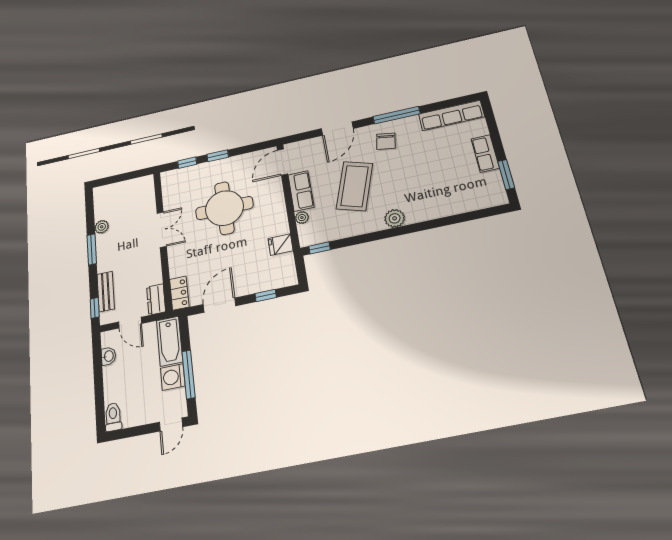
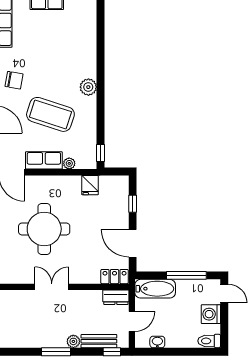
plant: (102, 227) -> (73, 341), moved
washing machine: (173, 377) -> (211, 314), moved, turned 90

